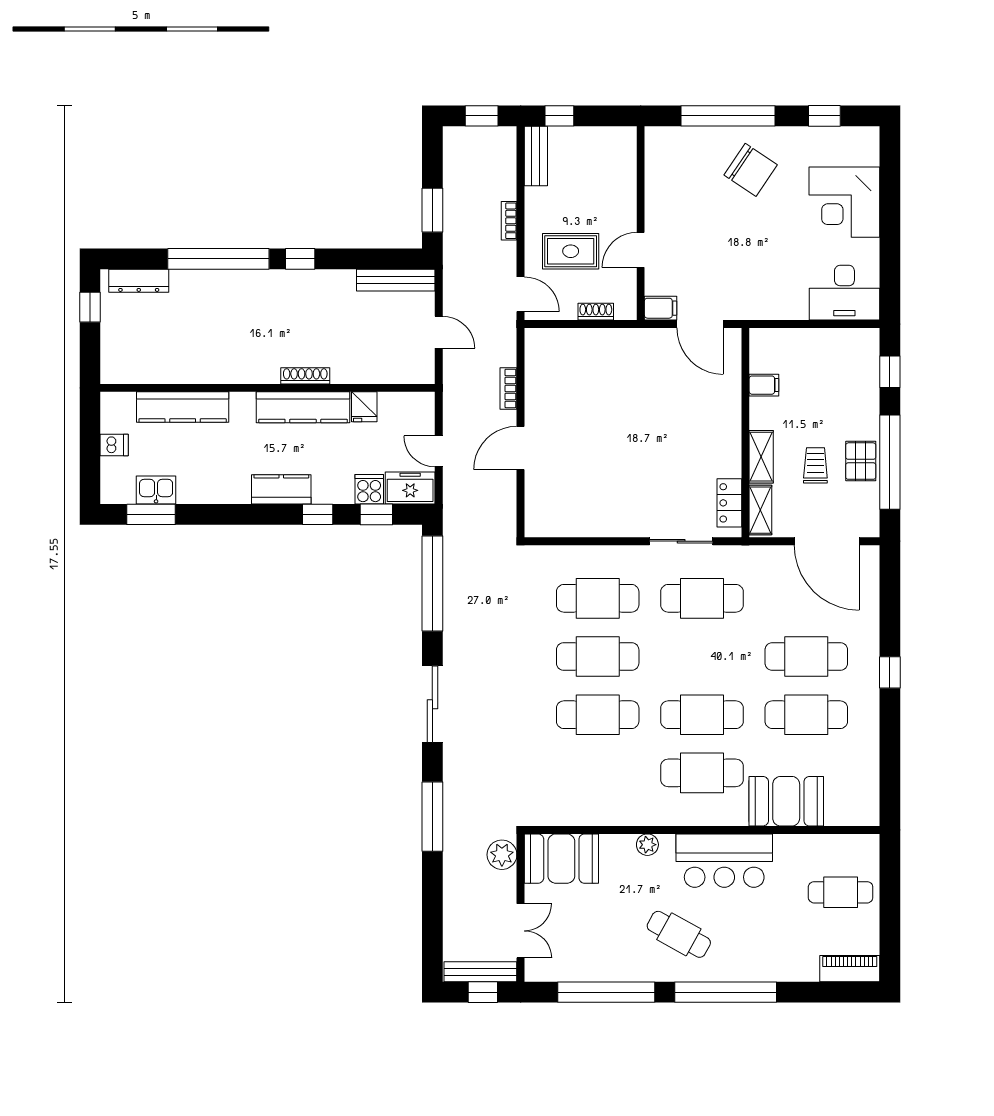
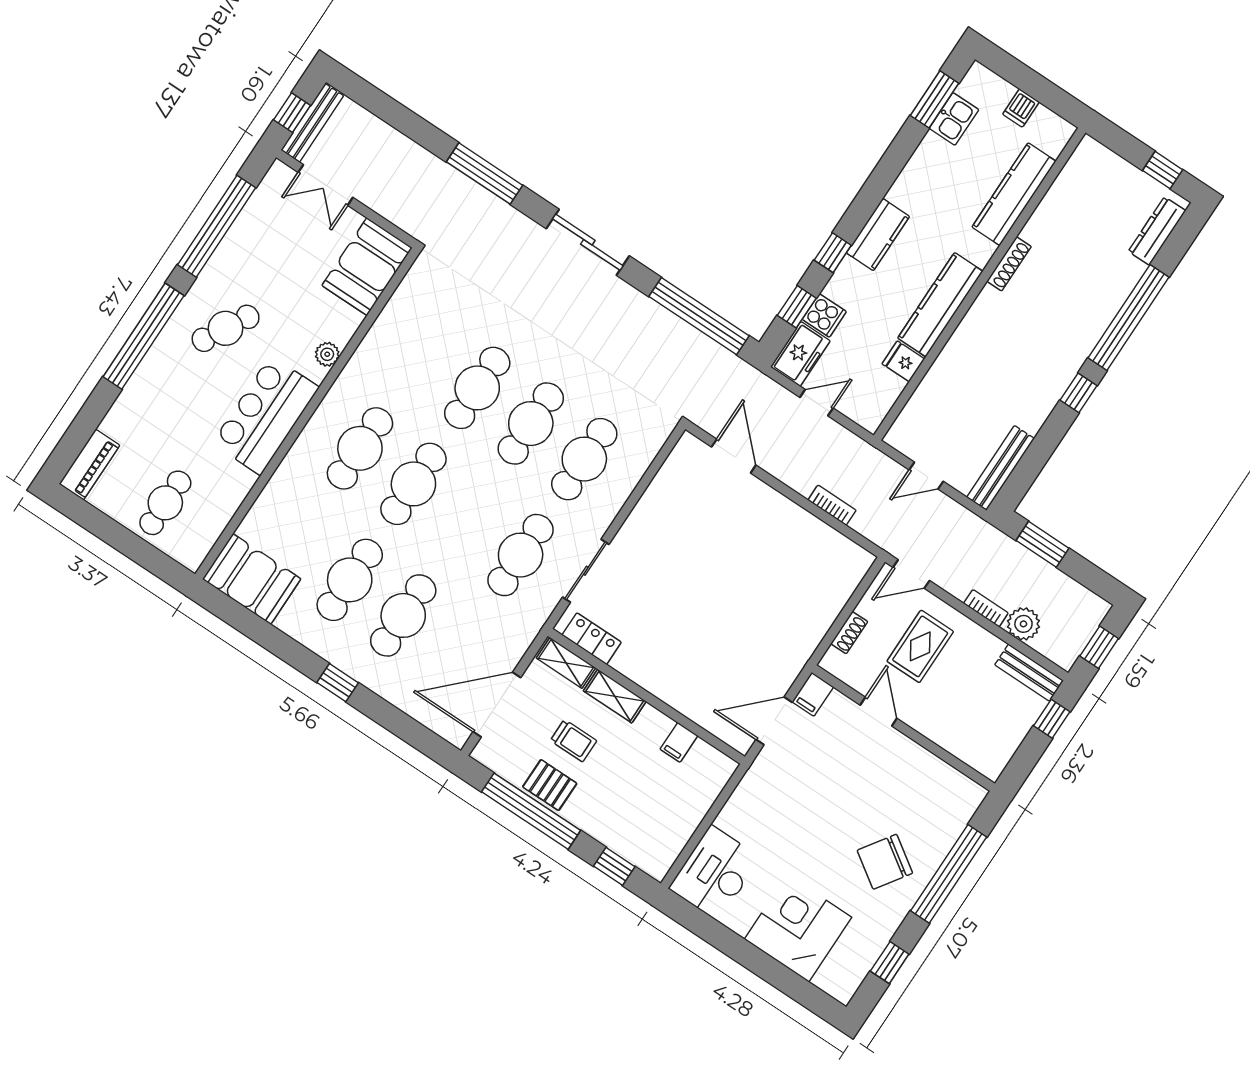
shoe rack: (305, 376) -> (1009, 264), moved
door: (521, 448) -> (734, 456), moved
booth: (786, 801) -> (252, 579), moved, turned 90
plant: (502, 855) -> (1023, 624), moved

